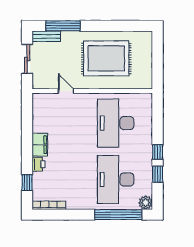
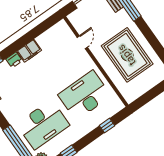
window: (158, 152) -> (107, 126), moved
desk: (116, 179) -> (43, 125), turned 180

